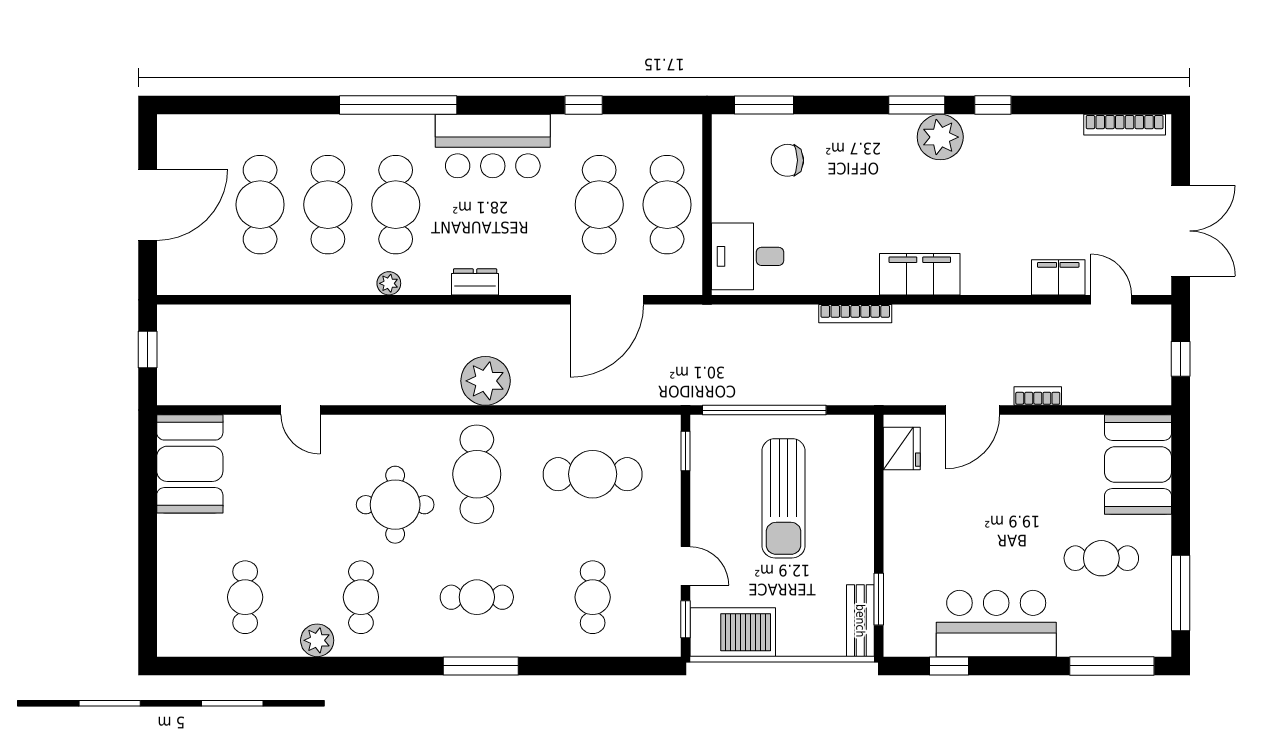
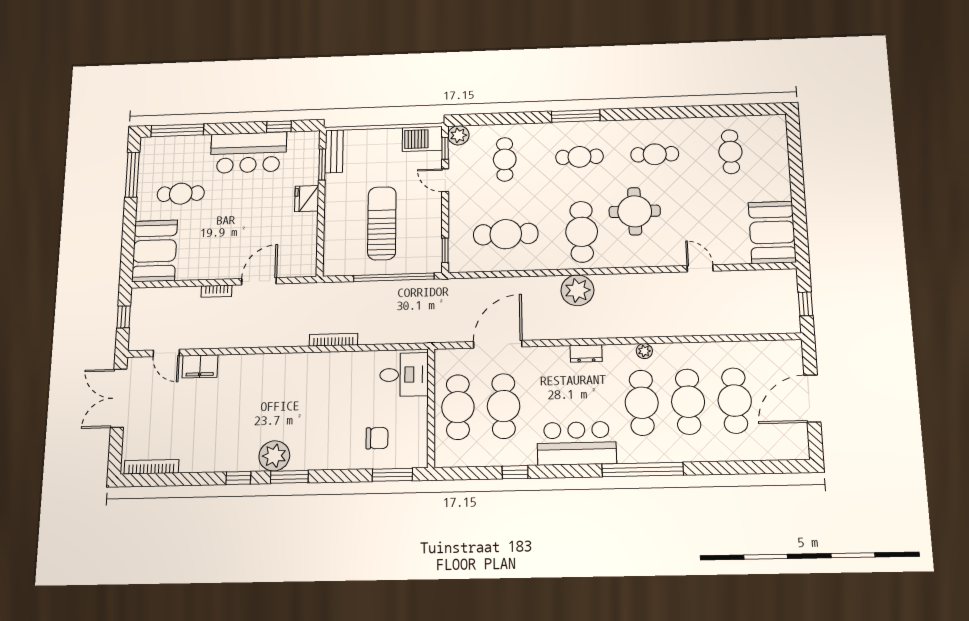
filing cabinet: (920, 274) -> (291, 366), removed
fridge: (902, 449) -> (307, 199), moved
cafe table: (361, 597) -> (655, 154), turned 90
barbecue: (733, 632) -> (422, 139), width x0.73, depth x0.83
plant: (317, 640) -> (458, 135), moved

